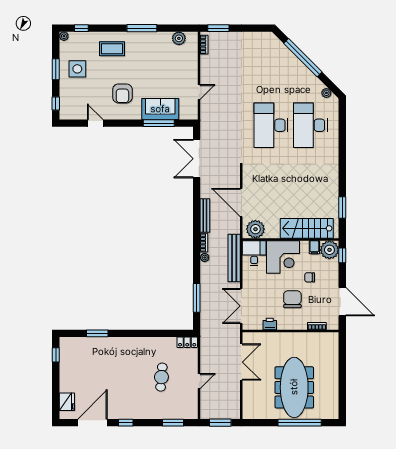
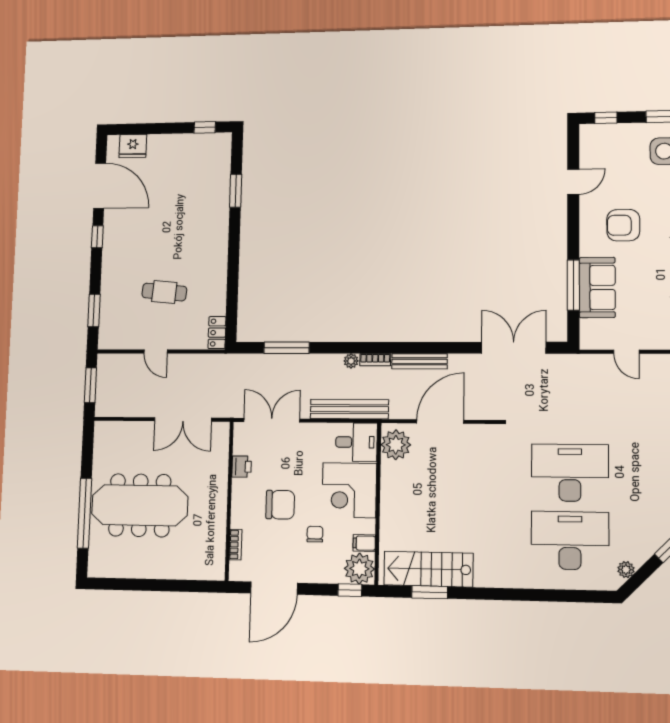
stairs: (307, 228) -> (428, 569), moved, turned -90

